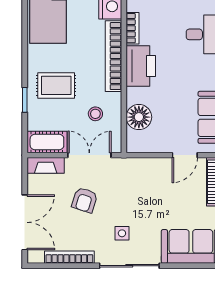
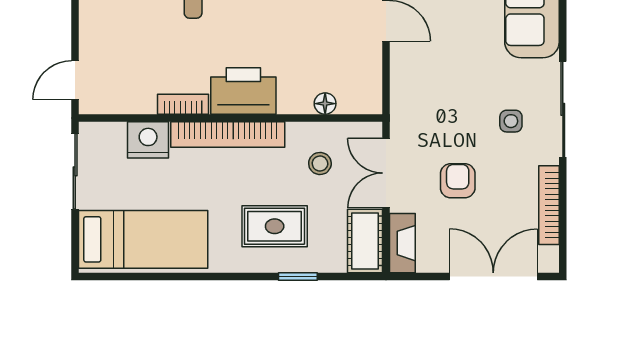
rug: (56, 85) -> (275, 226), turned 90
floor lamp: (139, 117) -> (325, 104), width x0.53, depth x0.53
armchair: (85, 200) -> (458, 181), turned -108

